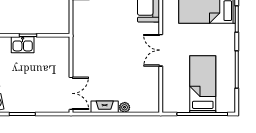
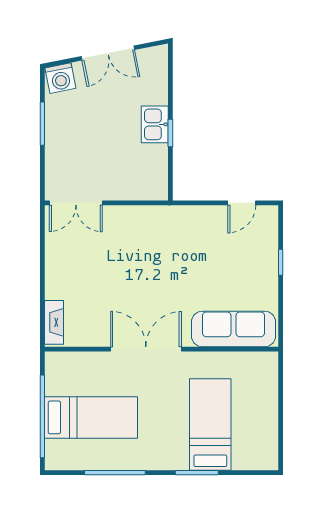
double door: (161, 50) -> (146, 349), width x1.37
fireplace: (105, 107) -> (54, 322), moved
plant: (125, 107) -> (53, 290), removed

